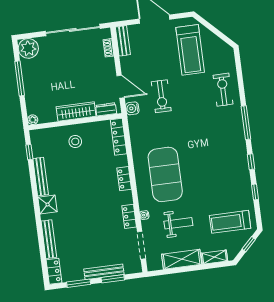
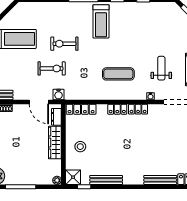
door: (121, 87) -> (39, 102), swing flipped
exercise bike: (223, 90) -> (64, 44), moved
exercise mat: (165, 174) -> (118, 74), width x0.50, depth x0.69
shower: (48, 205) -> (73, 177), moved
locker: (129, 216) -> (138, 109), moved
treadmill: (230, 222) -> (101, 21), moved

